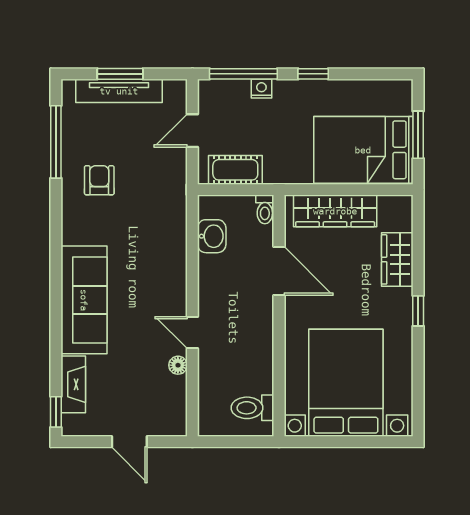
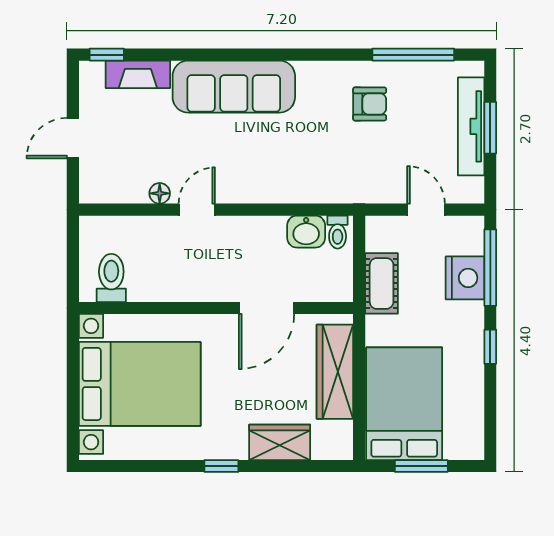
nightstand: (261, 89) -> (465, 278), width x1.89, depth x1.79
cot: (235, 170) -> (382, 283), moved
toilet: (265, 209) -> (338, 232), moved, turned -90

